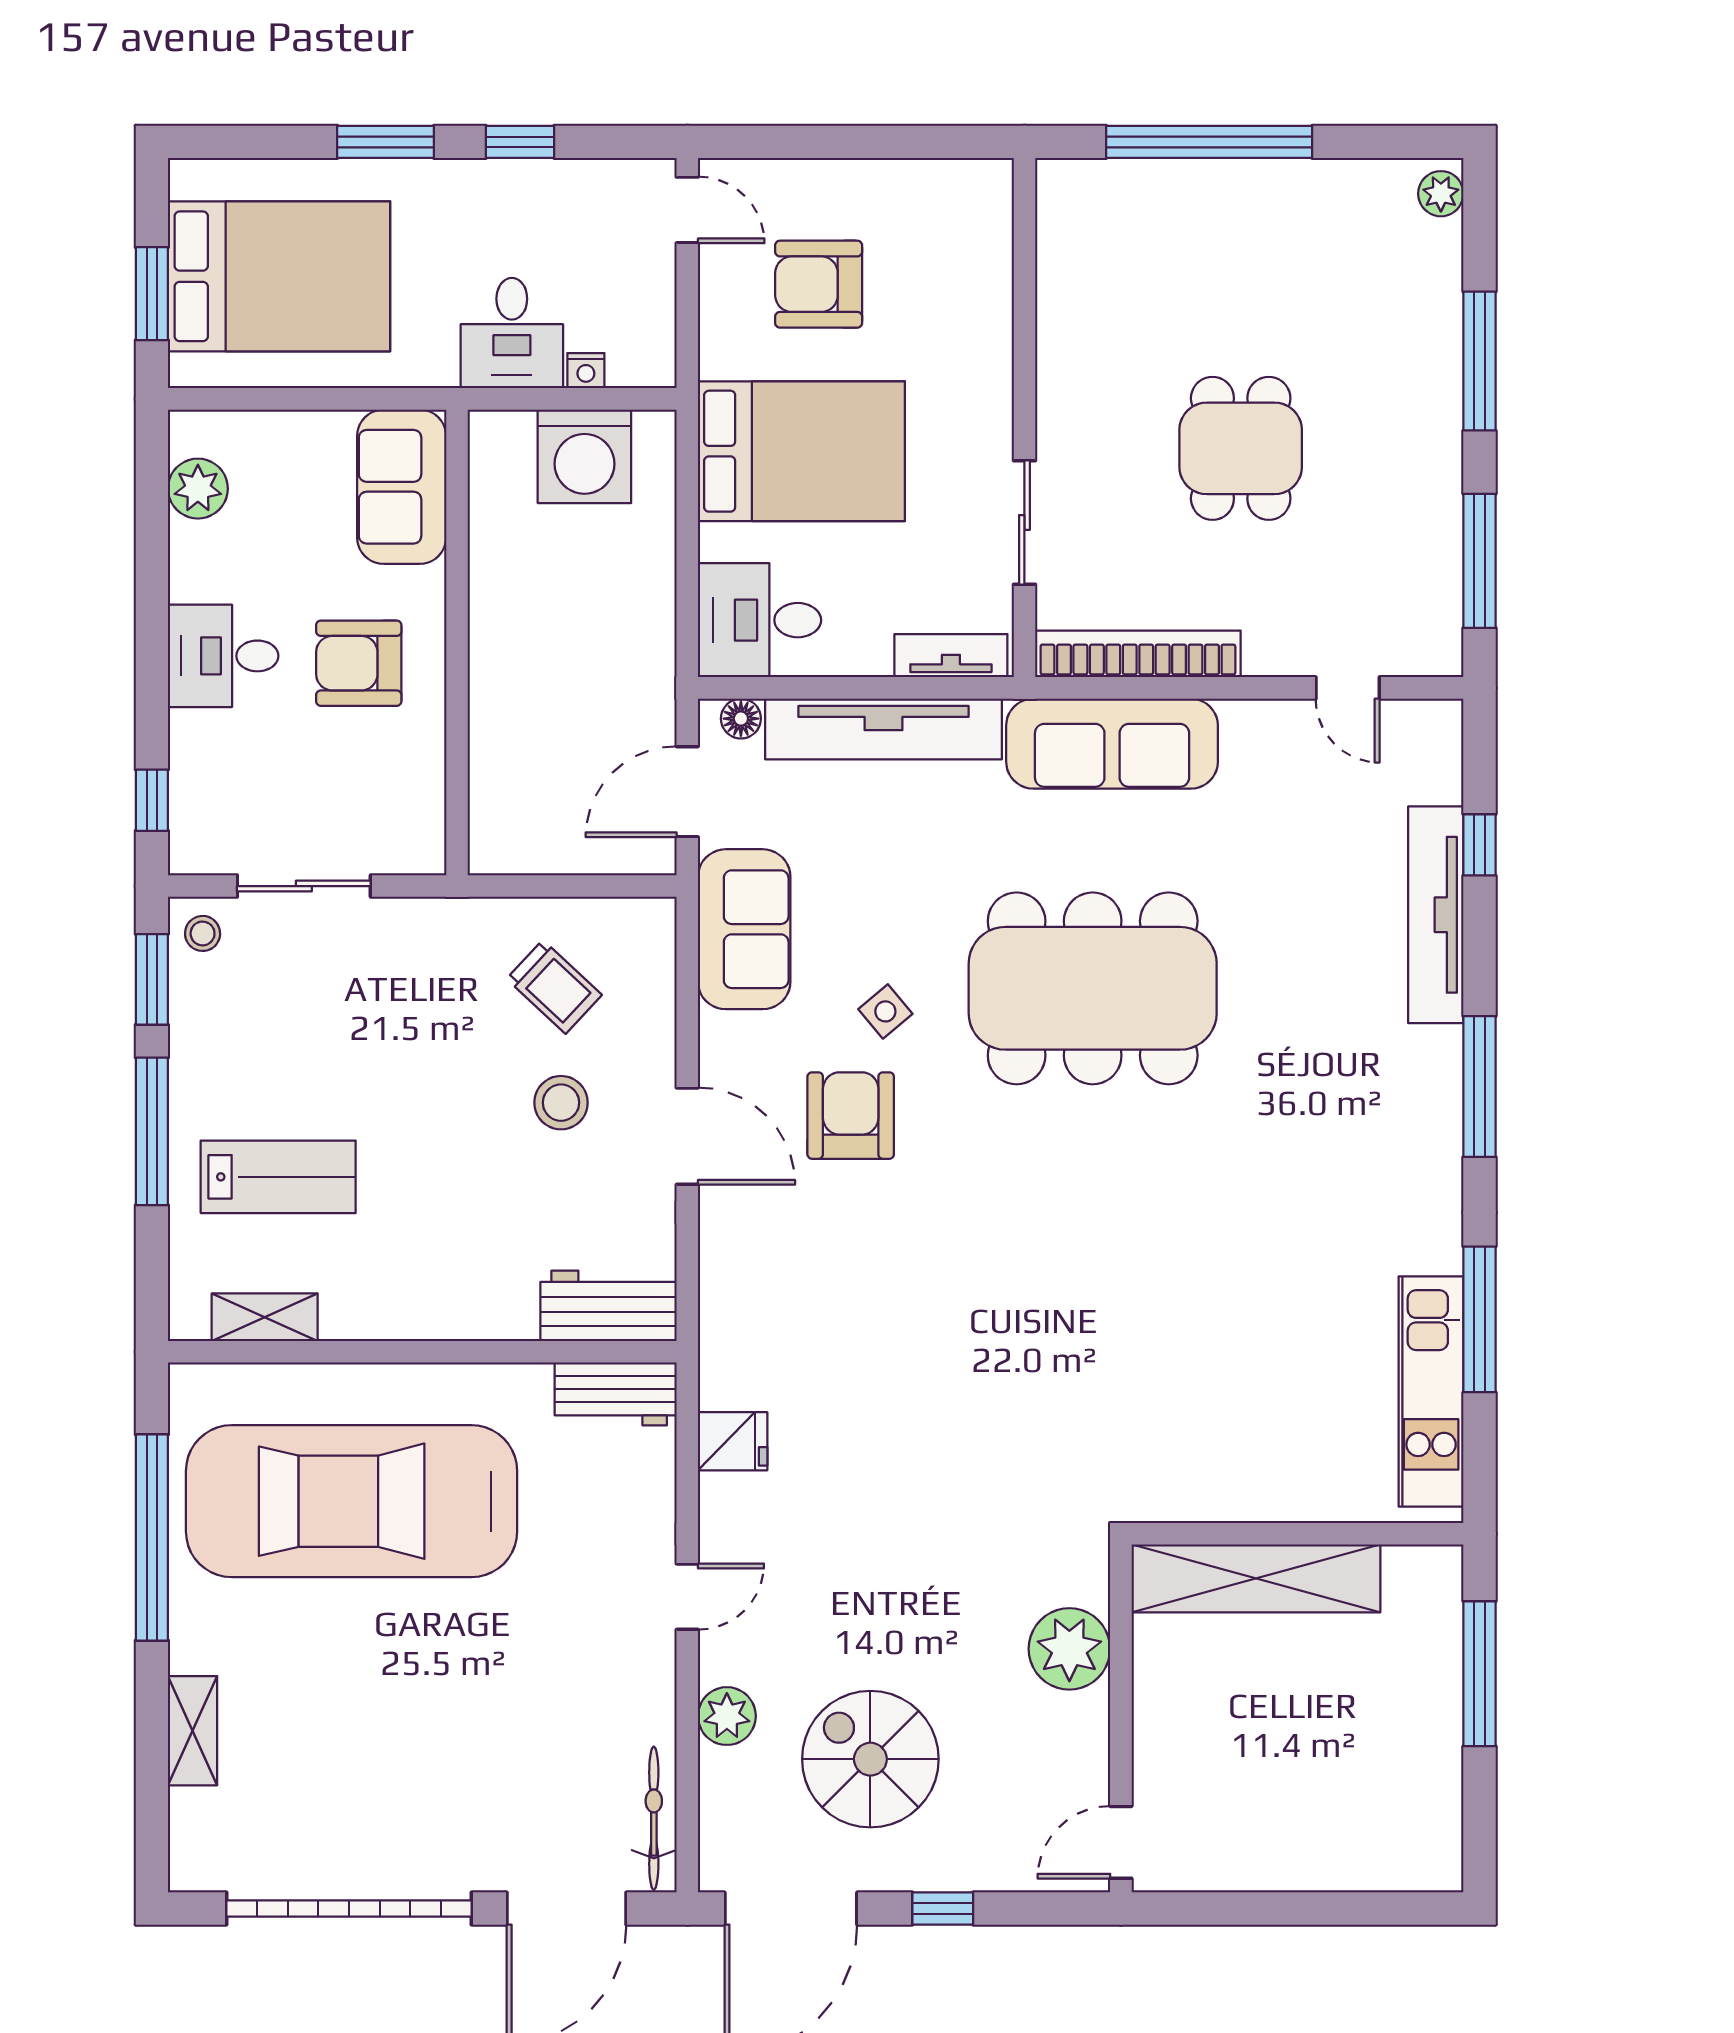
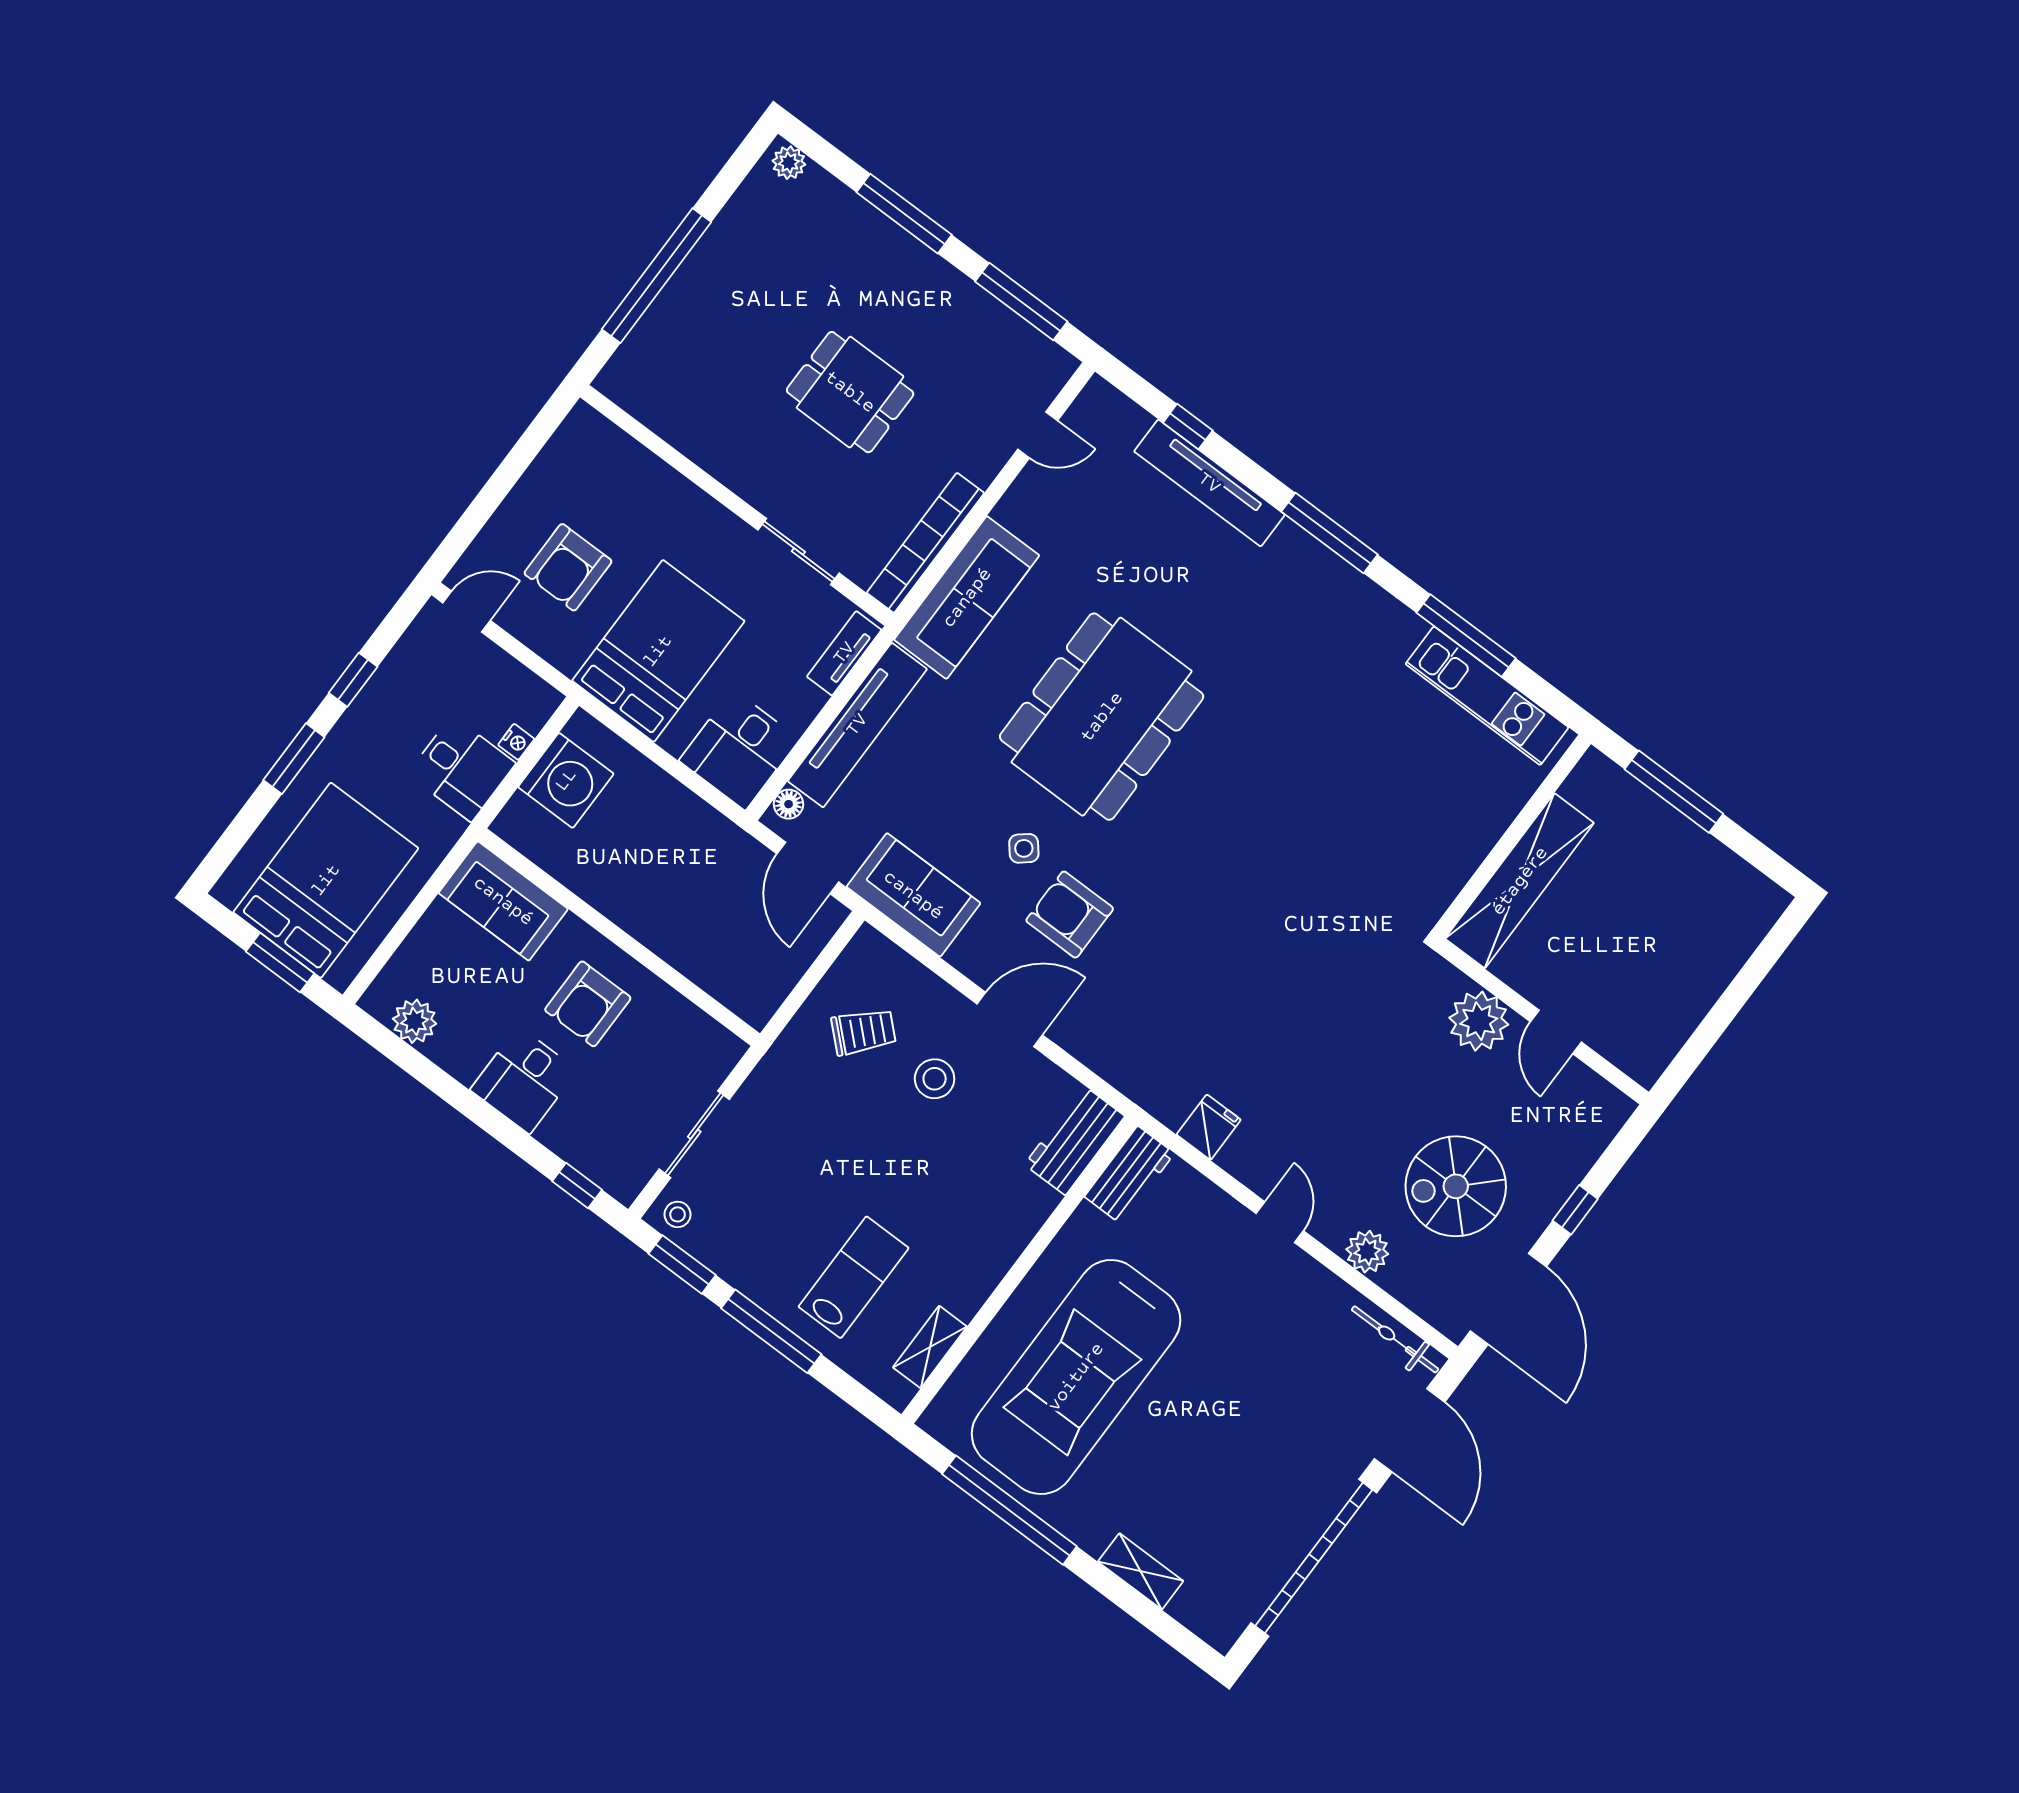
door: (1121, 1842) -> (1556, 1032), moved

